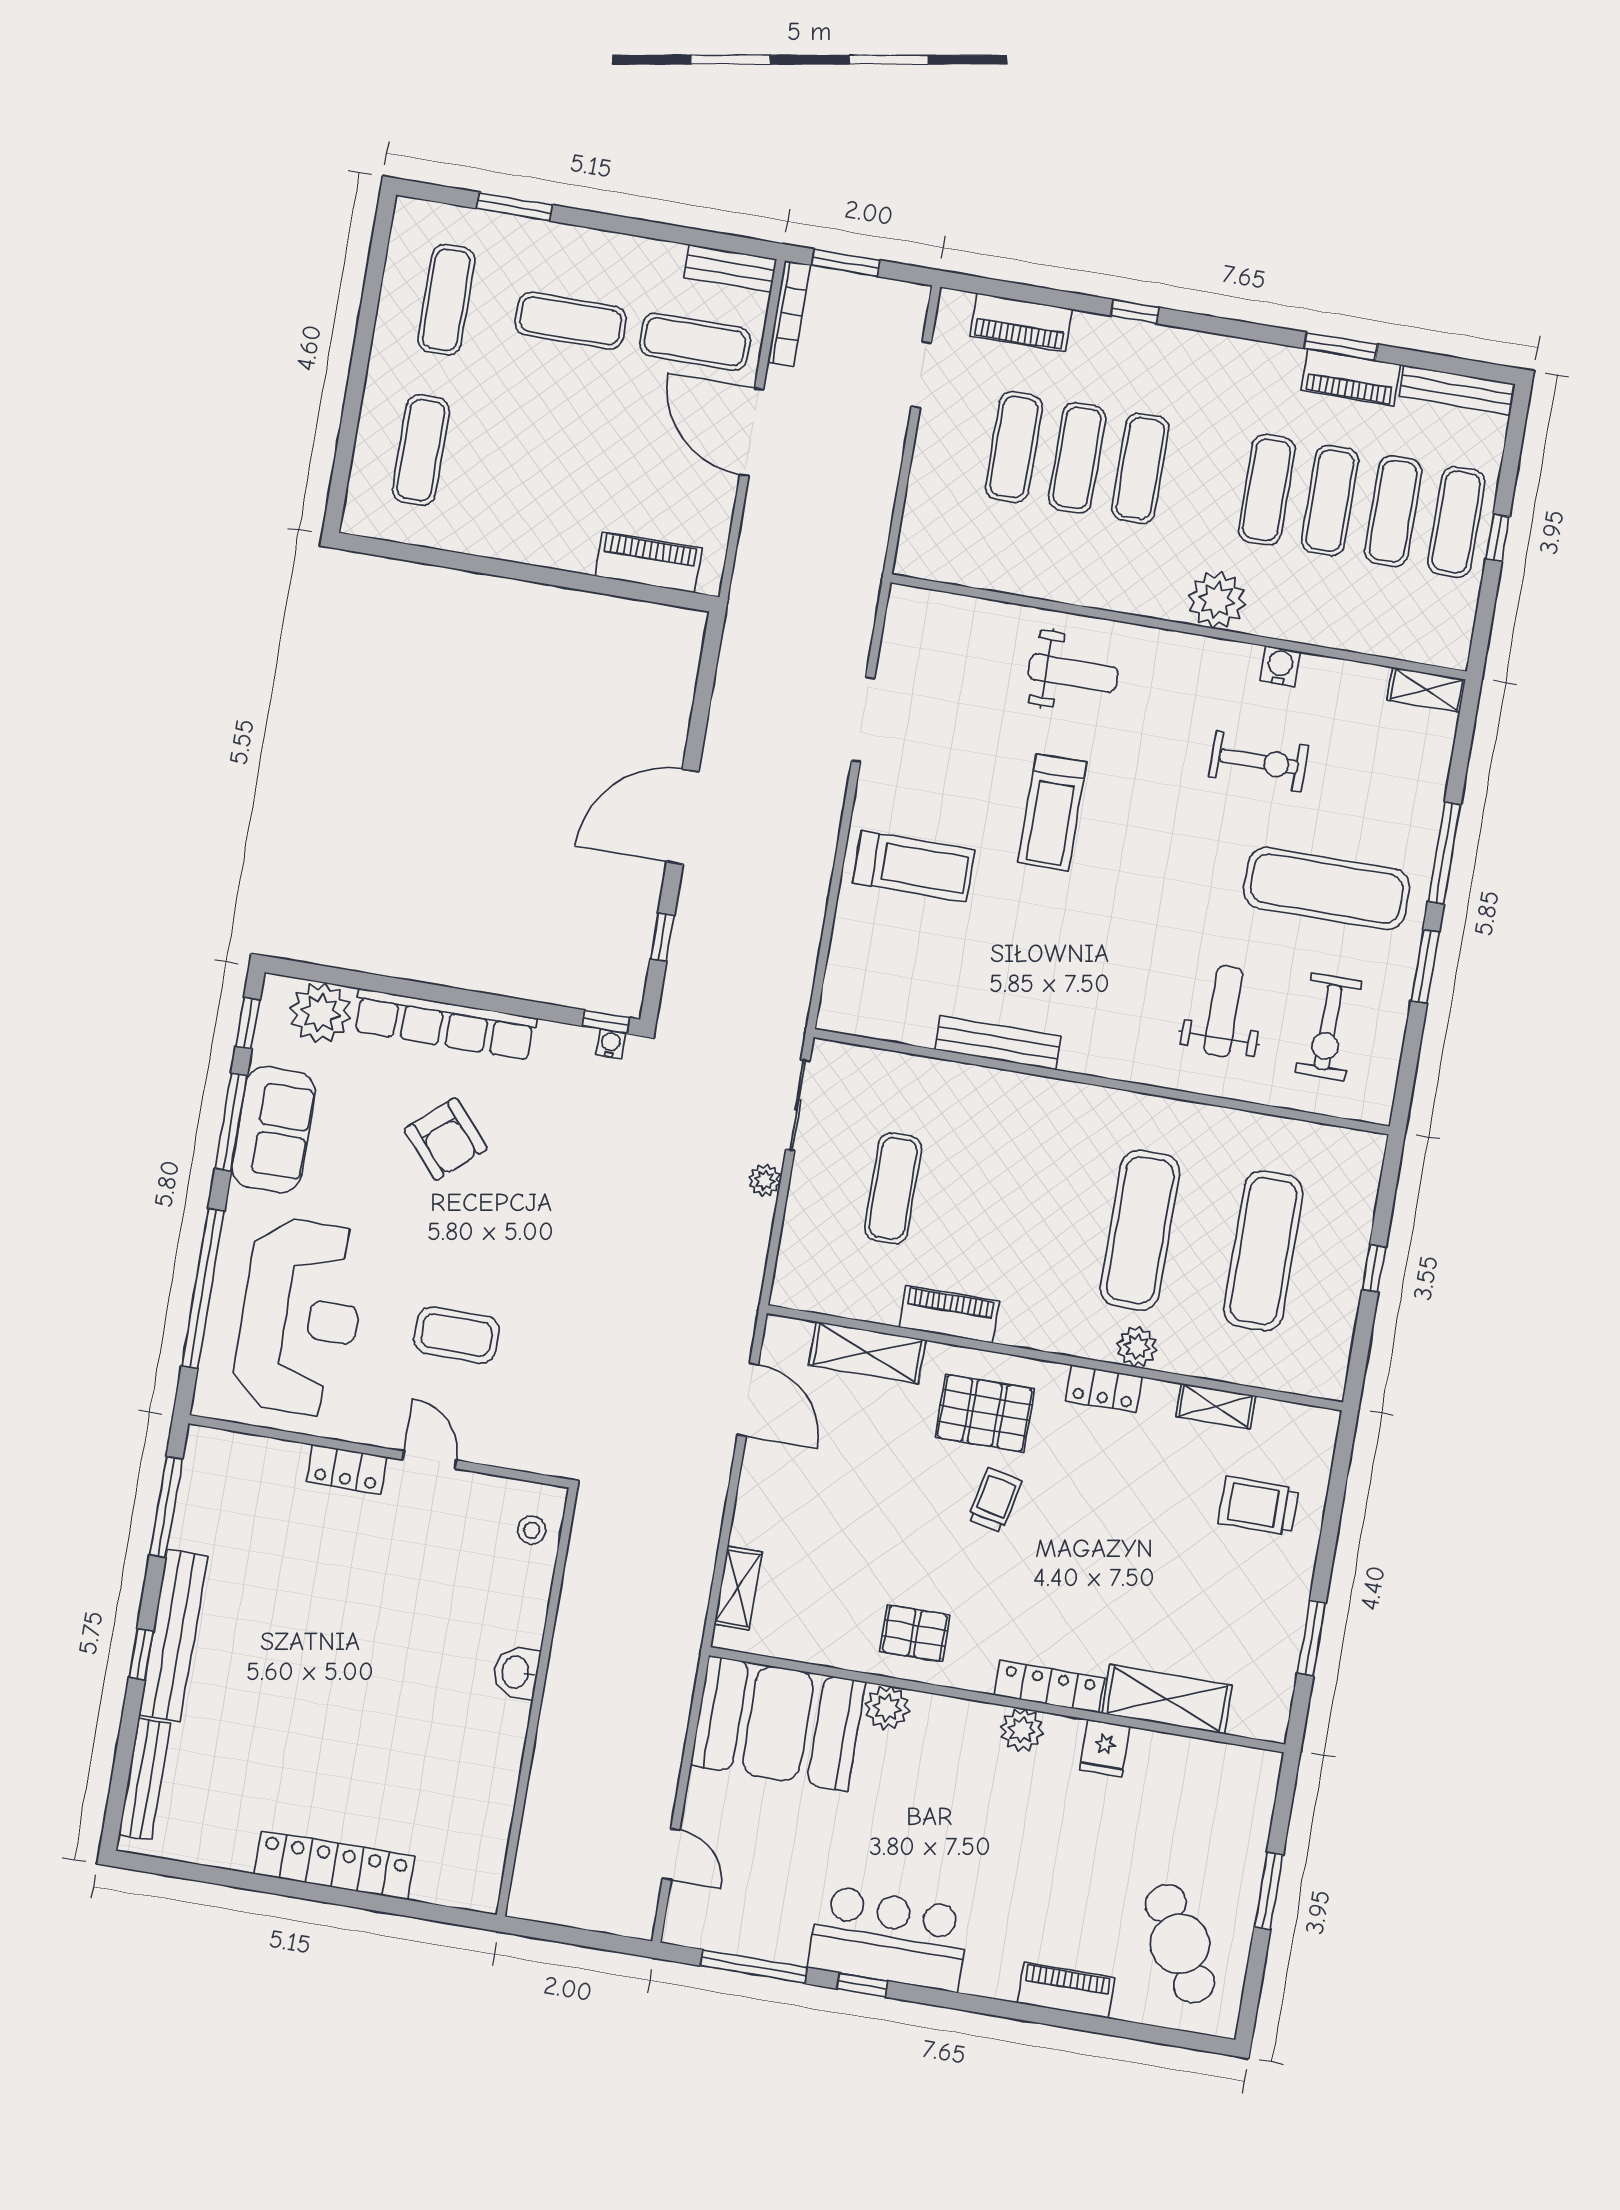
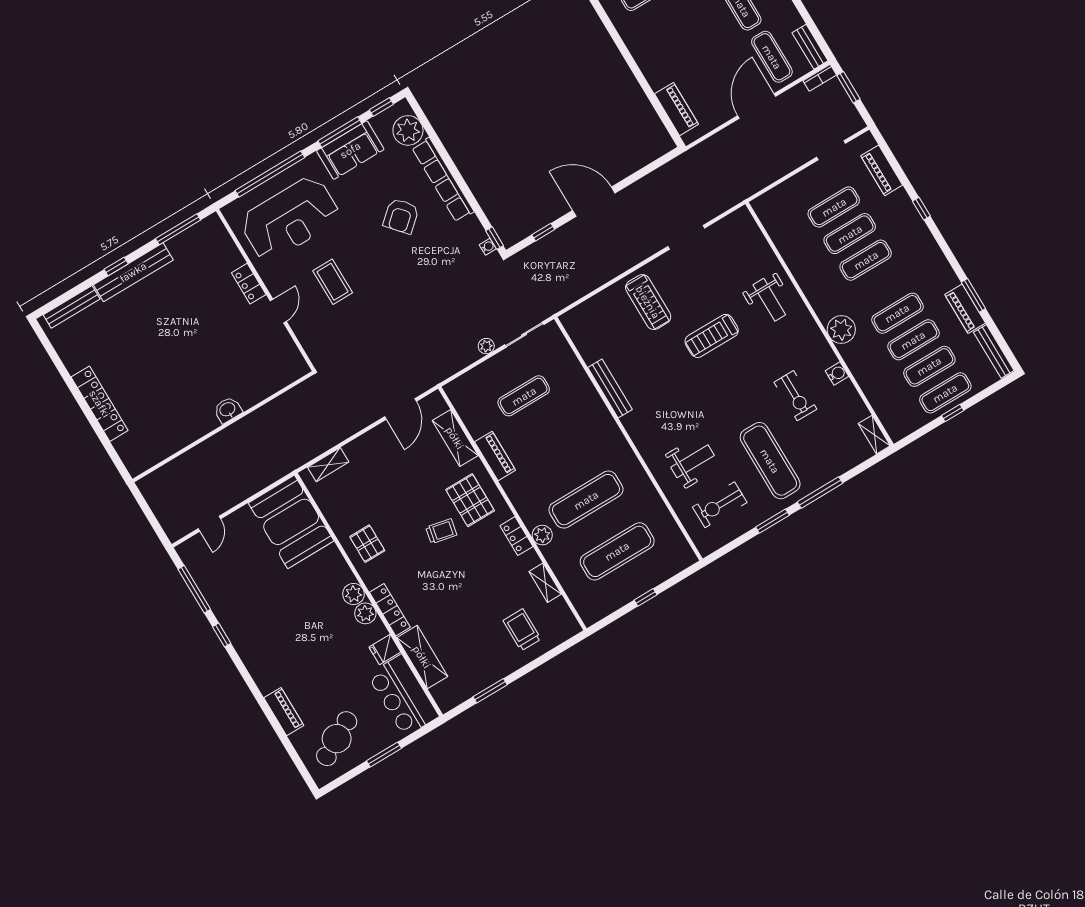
bookcase: (789, 313) -> (820, 78), width x0.64
stool: (532, 1530) -> (285, 371), removed
plant: (887, 1708) -> (353, 594), moved
bar counter: (889, 1938) -> (403, 696), moved, turned 180

